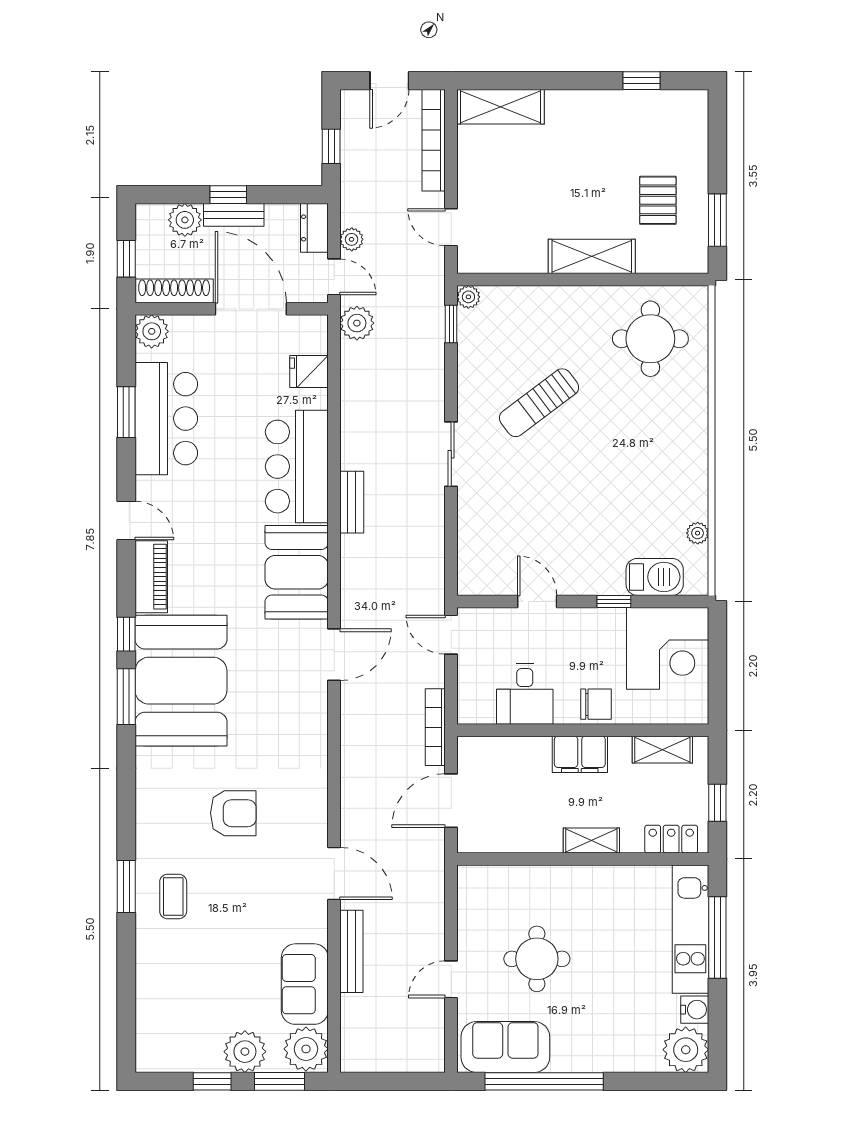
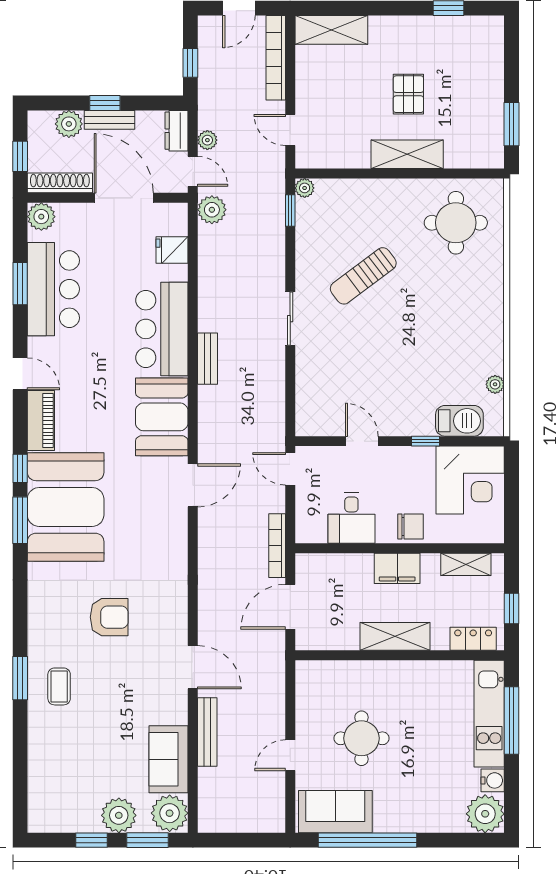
pallet: (658, 200) -> (408, 94), moved
shelving: (591, 841) -> (395, 636), width x1.50, depth x1.33

